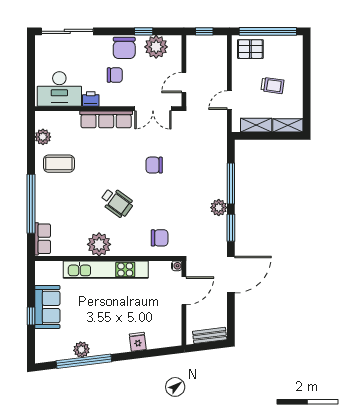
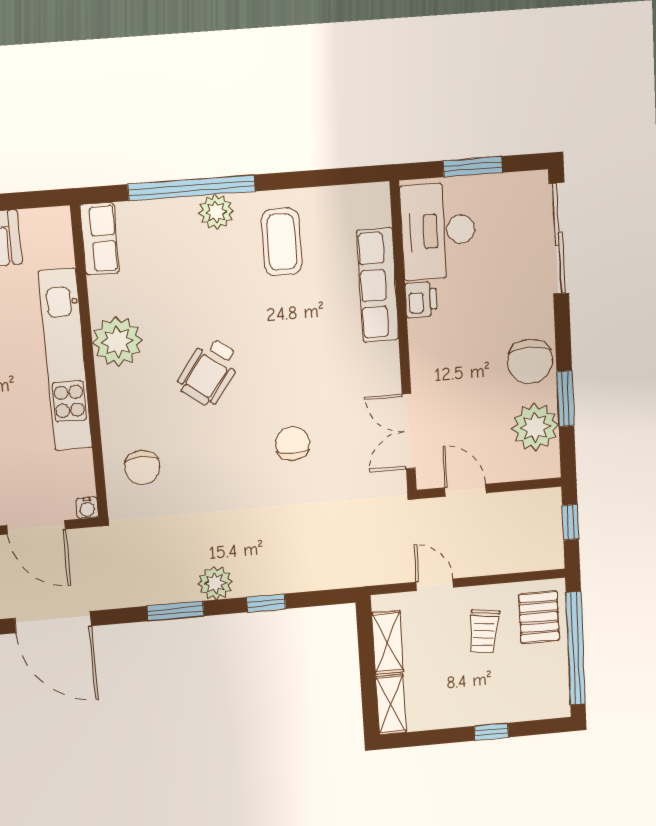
window: (144, 31) -> (565, 399), width x1.50
chair: (124, 48) -> (530, 361), turned -90
window: (31, 71) -> (473, 167), added
chair: (115, 75) -> (473, 346), removed
window: (307, 76) -> (491, 732), added
trolley: (272, 85) -> (484, 631), moved
row of seats: (106, 119) -> (378, 285), moved
plant: (43, 137) -> (216, 212), moved
window: (231, 183) -> (266, 603), width x0.46
row of seats: (43, 239) -> (100, 239), moved, turned -90
door: (231, 275) -> (53, 622), moved

